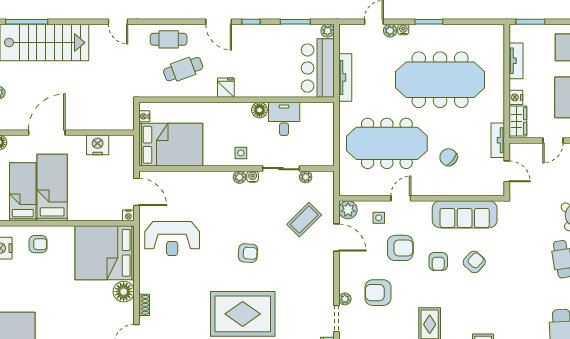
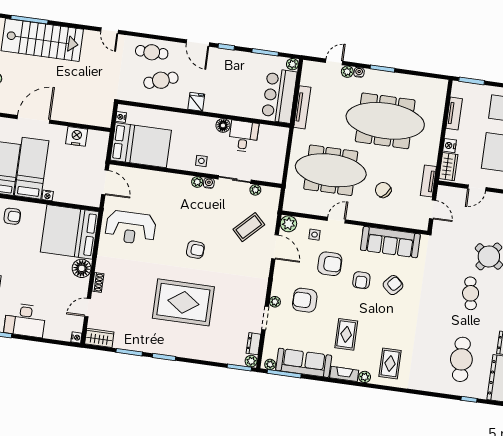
nightstand: (128, 215) -> (48, 195), moved

